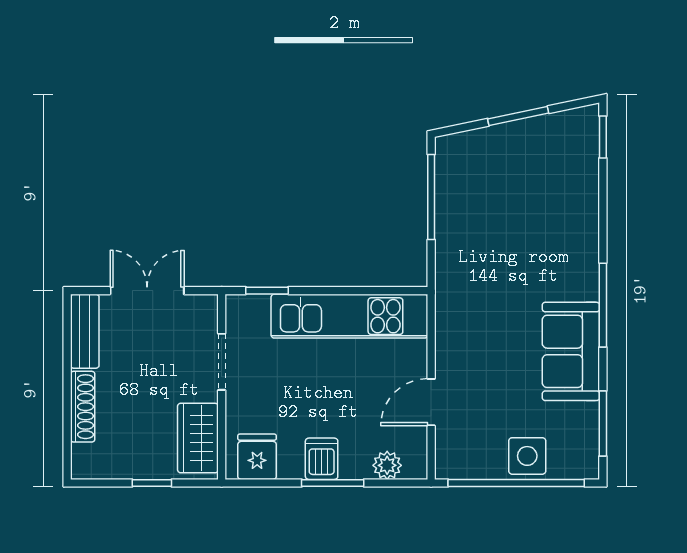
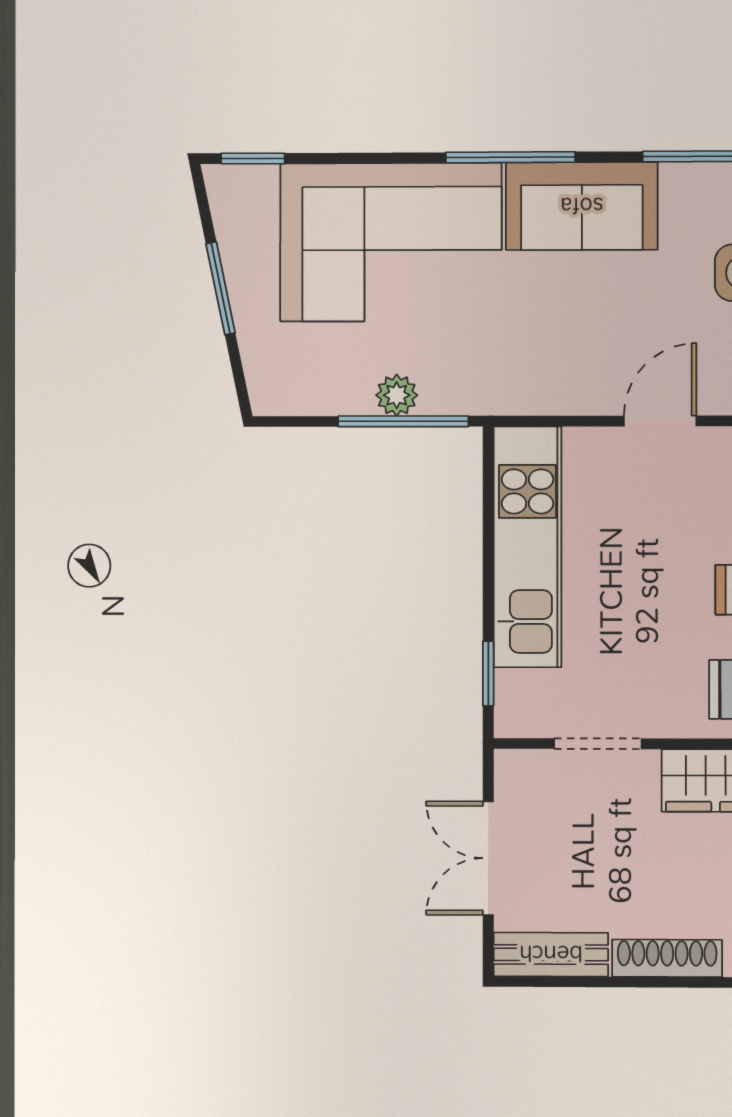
window: (431, 197) -> (403, 421), moved
corner sofa: (548, 227) -> (391, 242), added
plant: (448, 231) -> (397, 395), added
door: (431, 402) -> (660, 421), swing flipped

